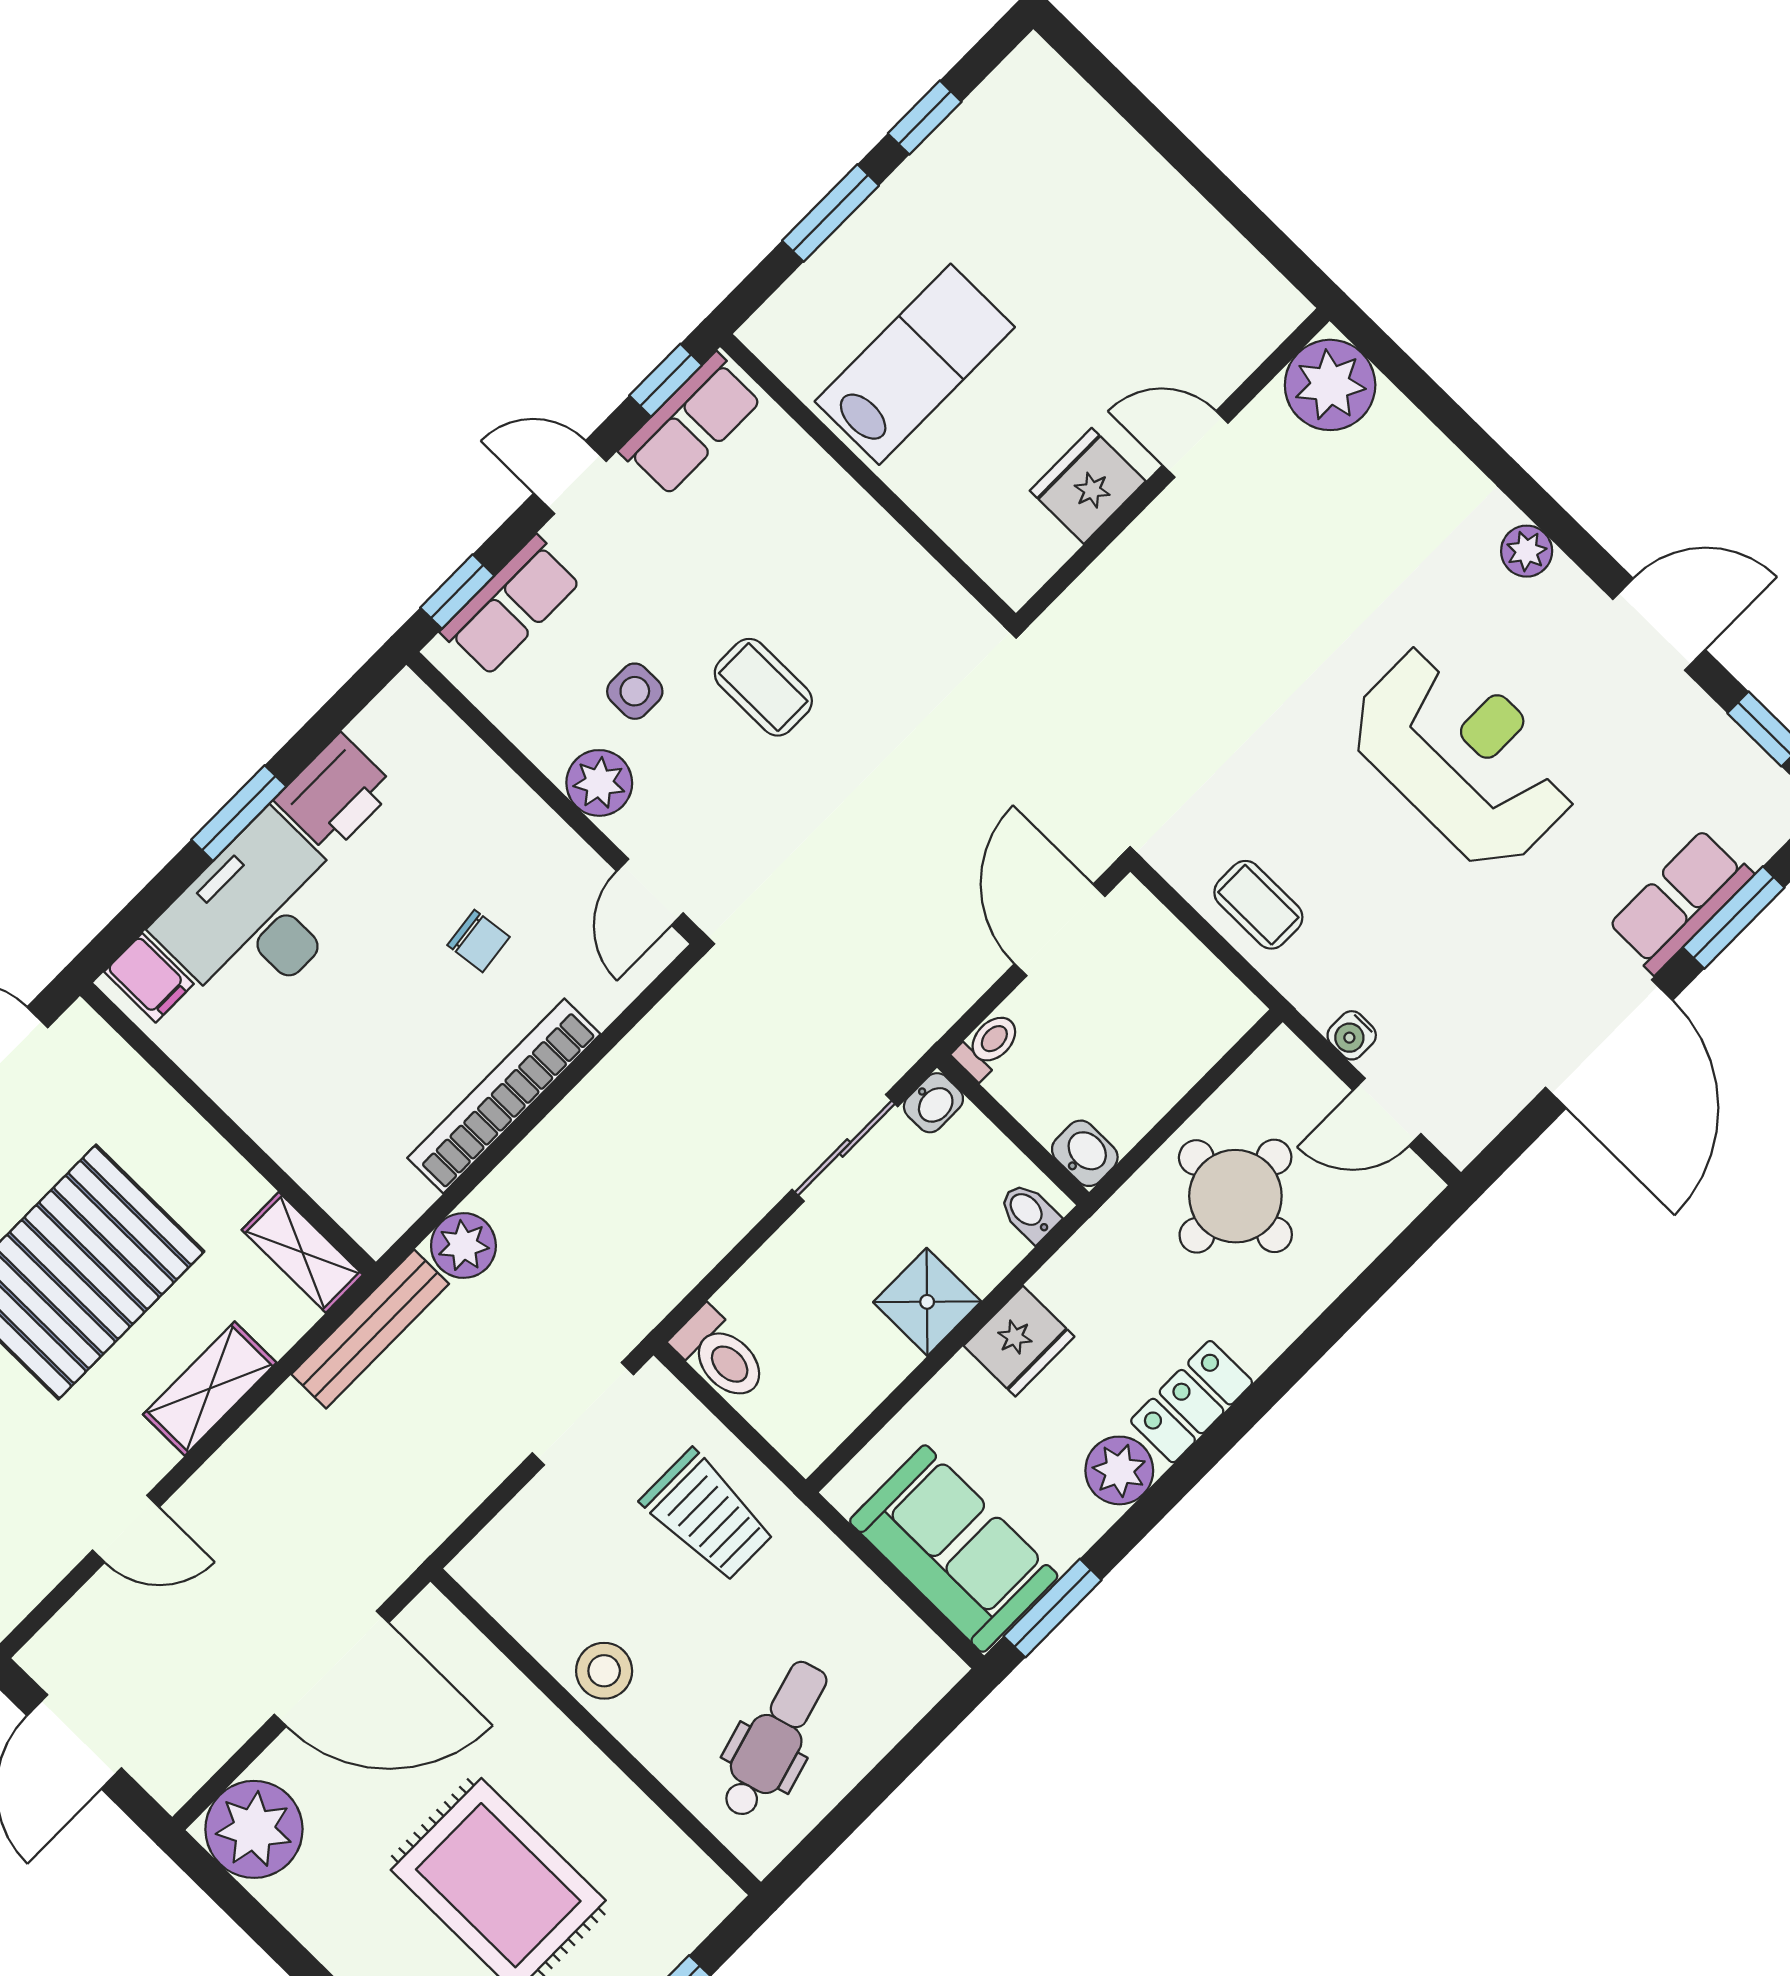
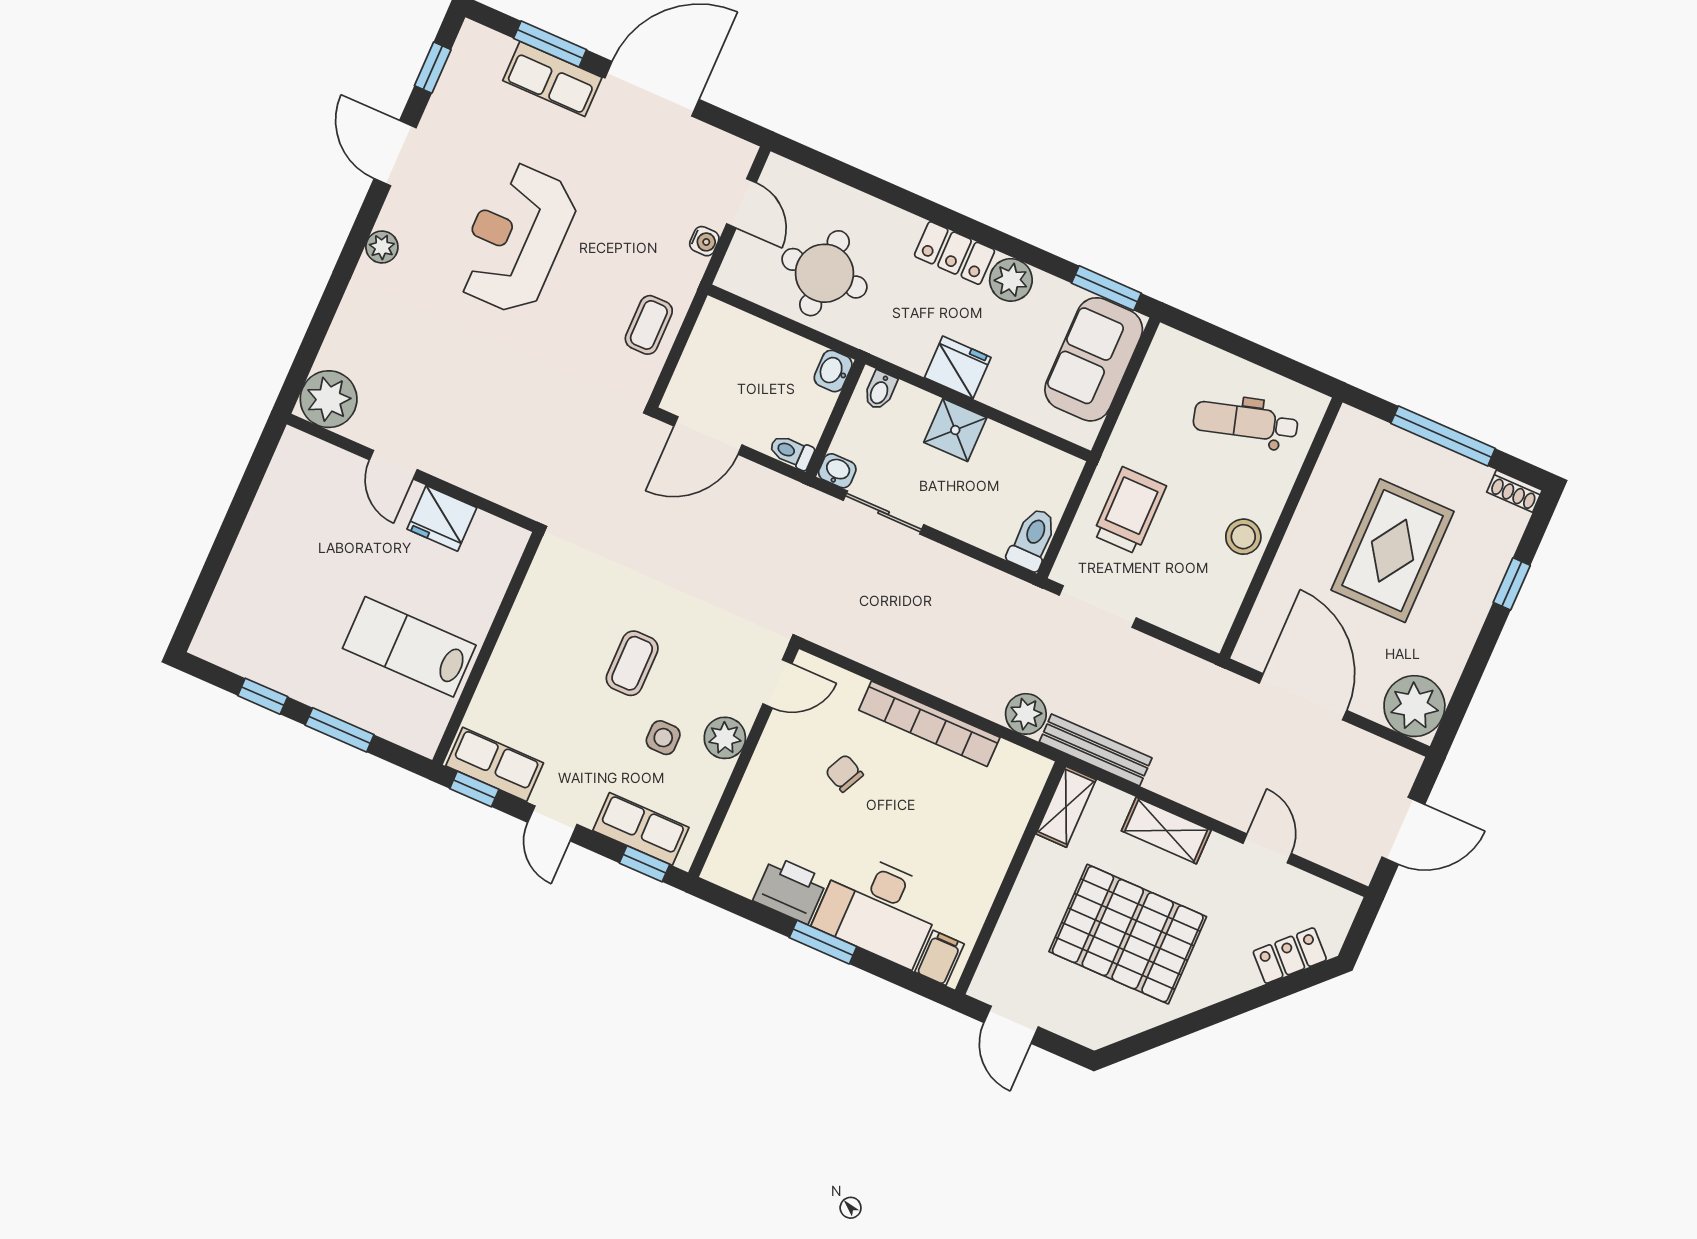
chair: (479, 941) -> (844, 773), turned -57

